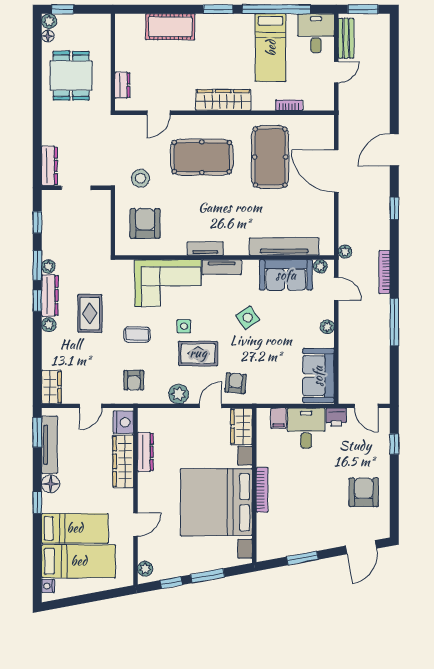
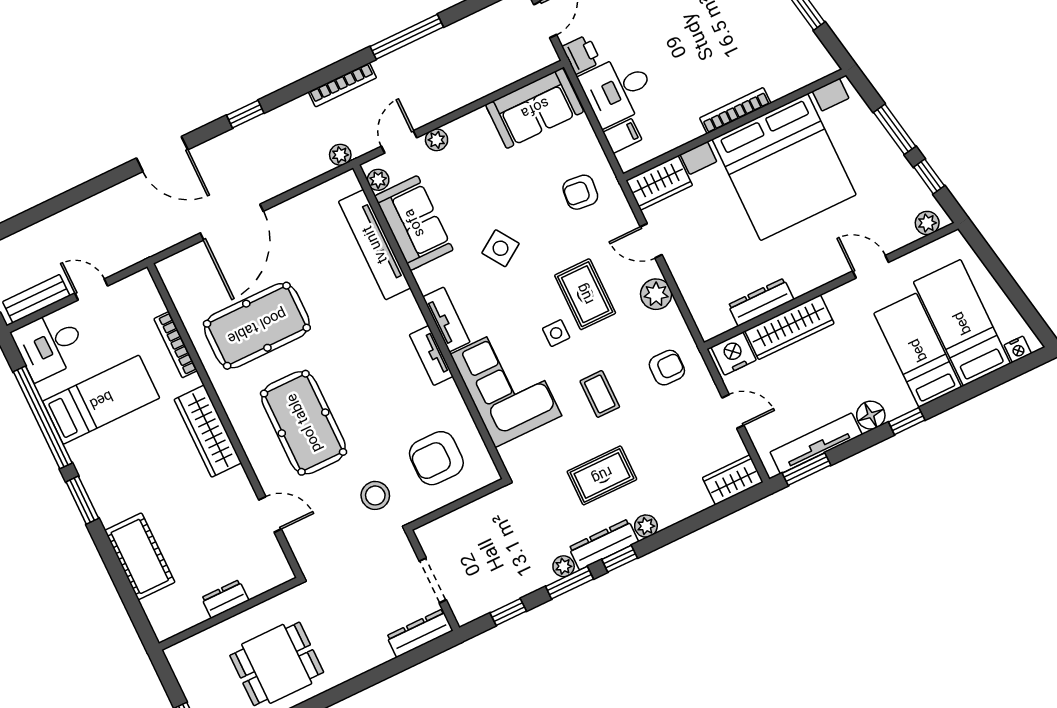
dresser: (122, 85) -> (225, 599), moved
bookcase: (289, 105) -> (176, 345), width x1.56
plant: (327, 327) -> (437, 140), moved
armchair: (236, 383) -> (580, 192), moved

